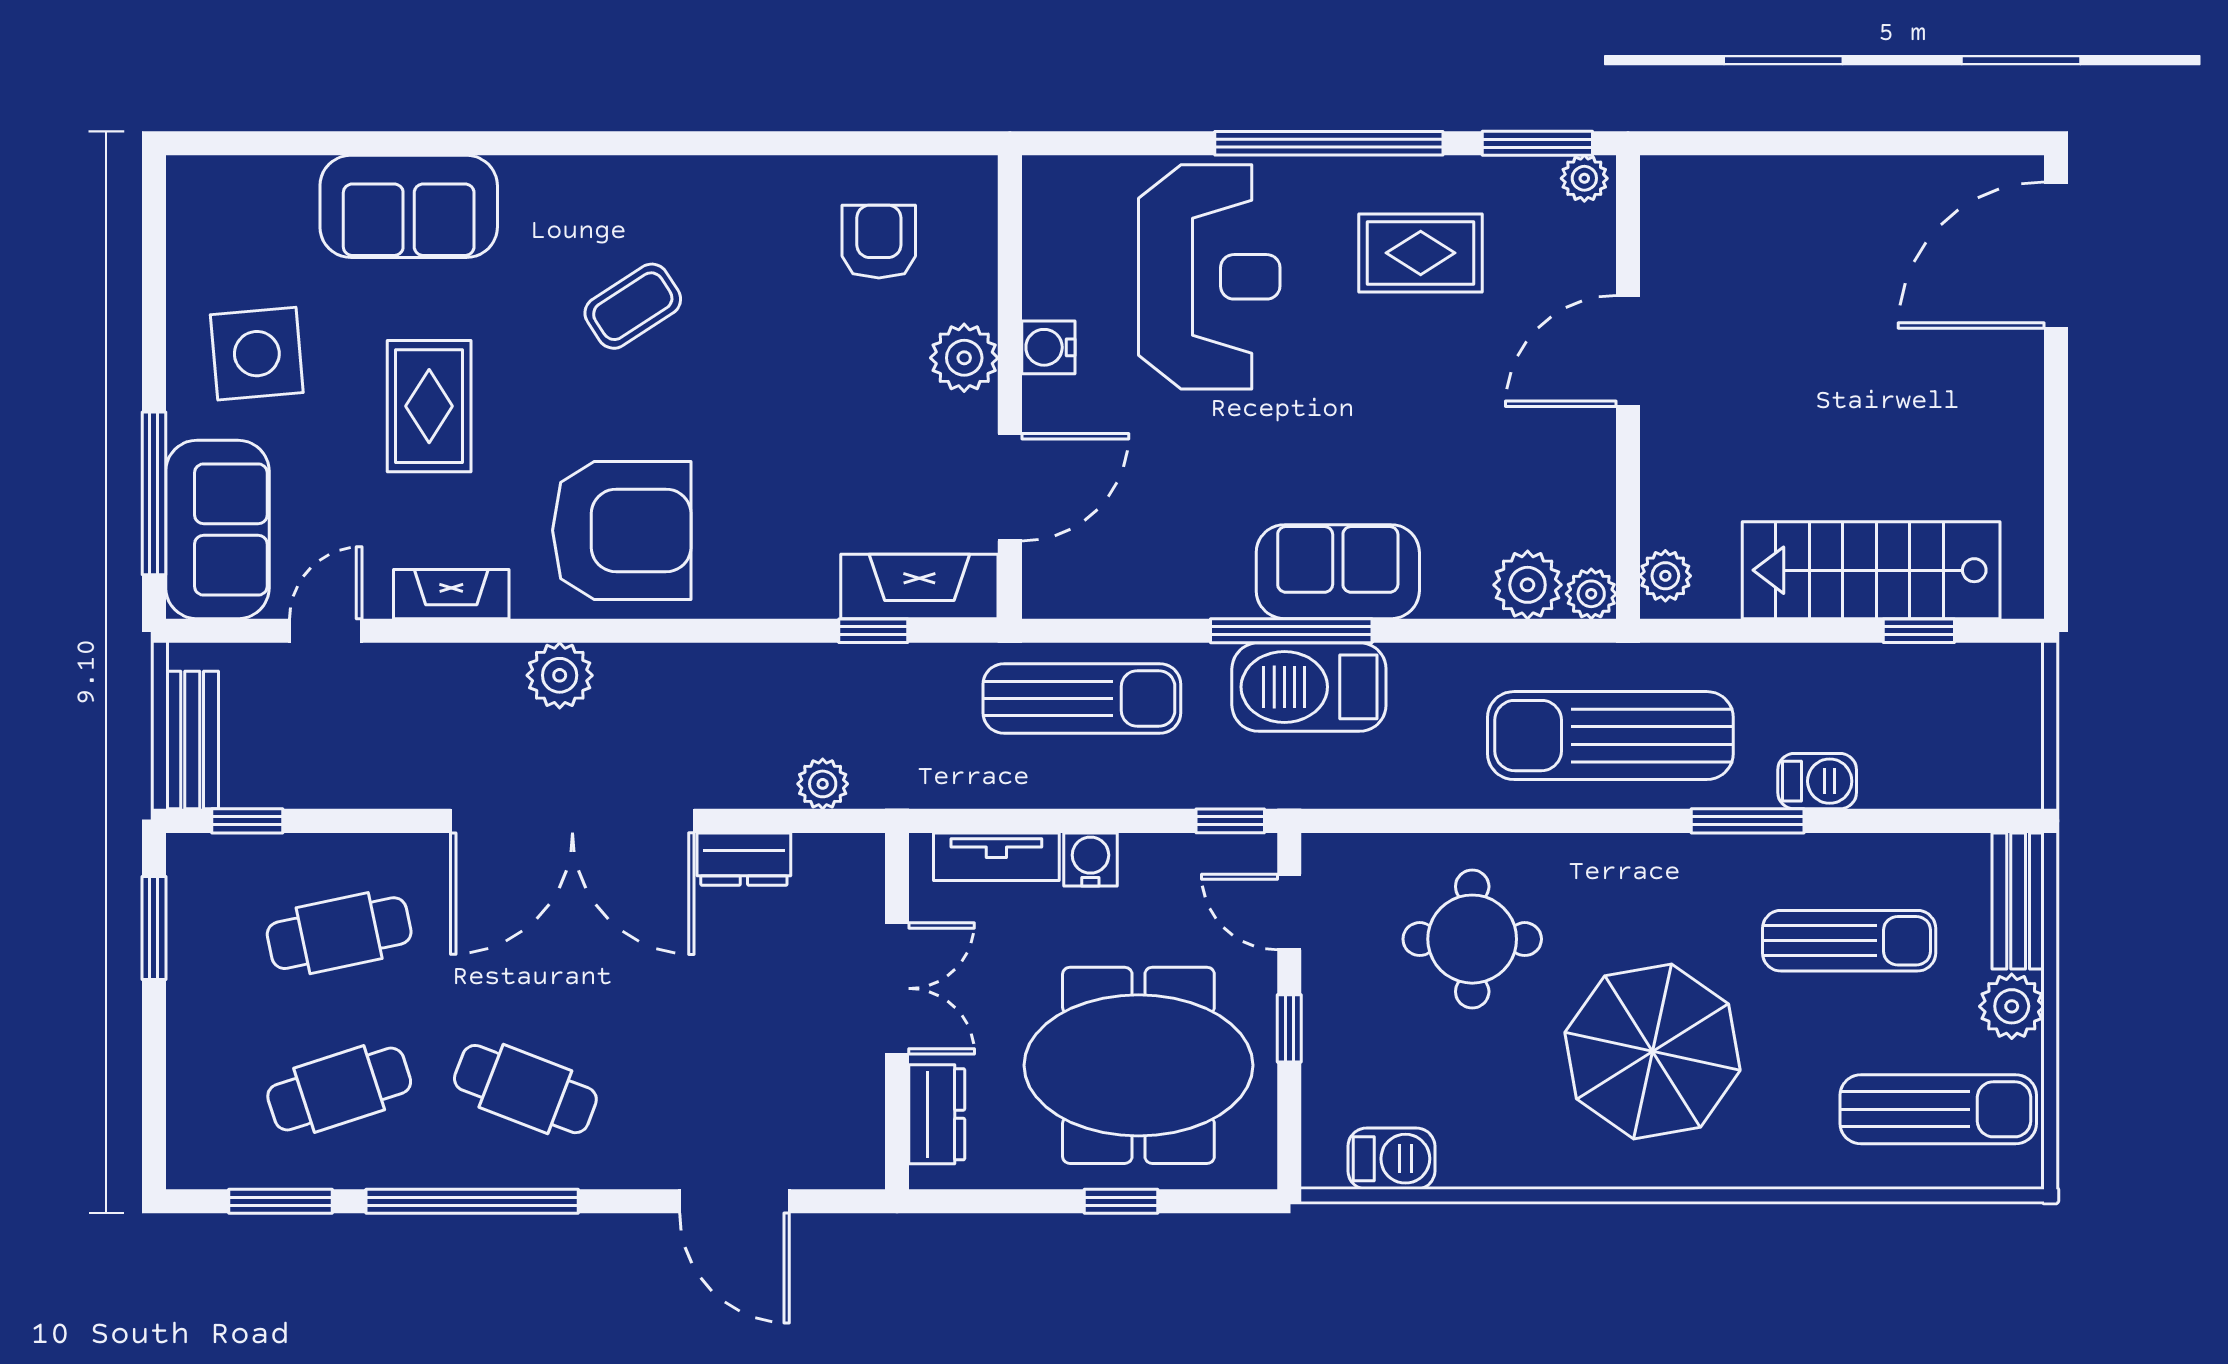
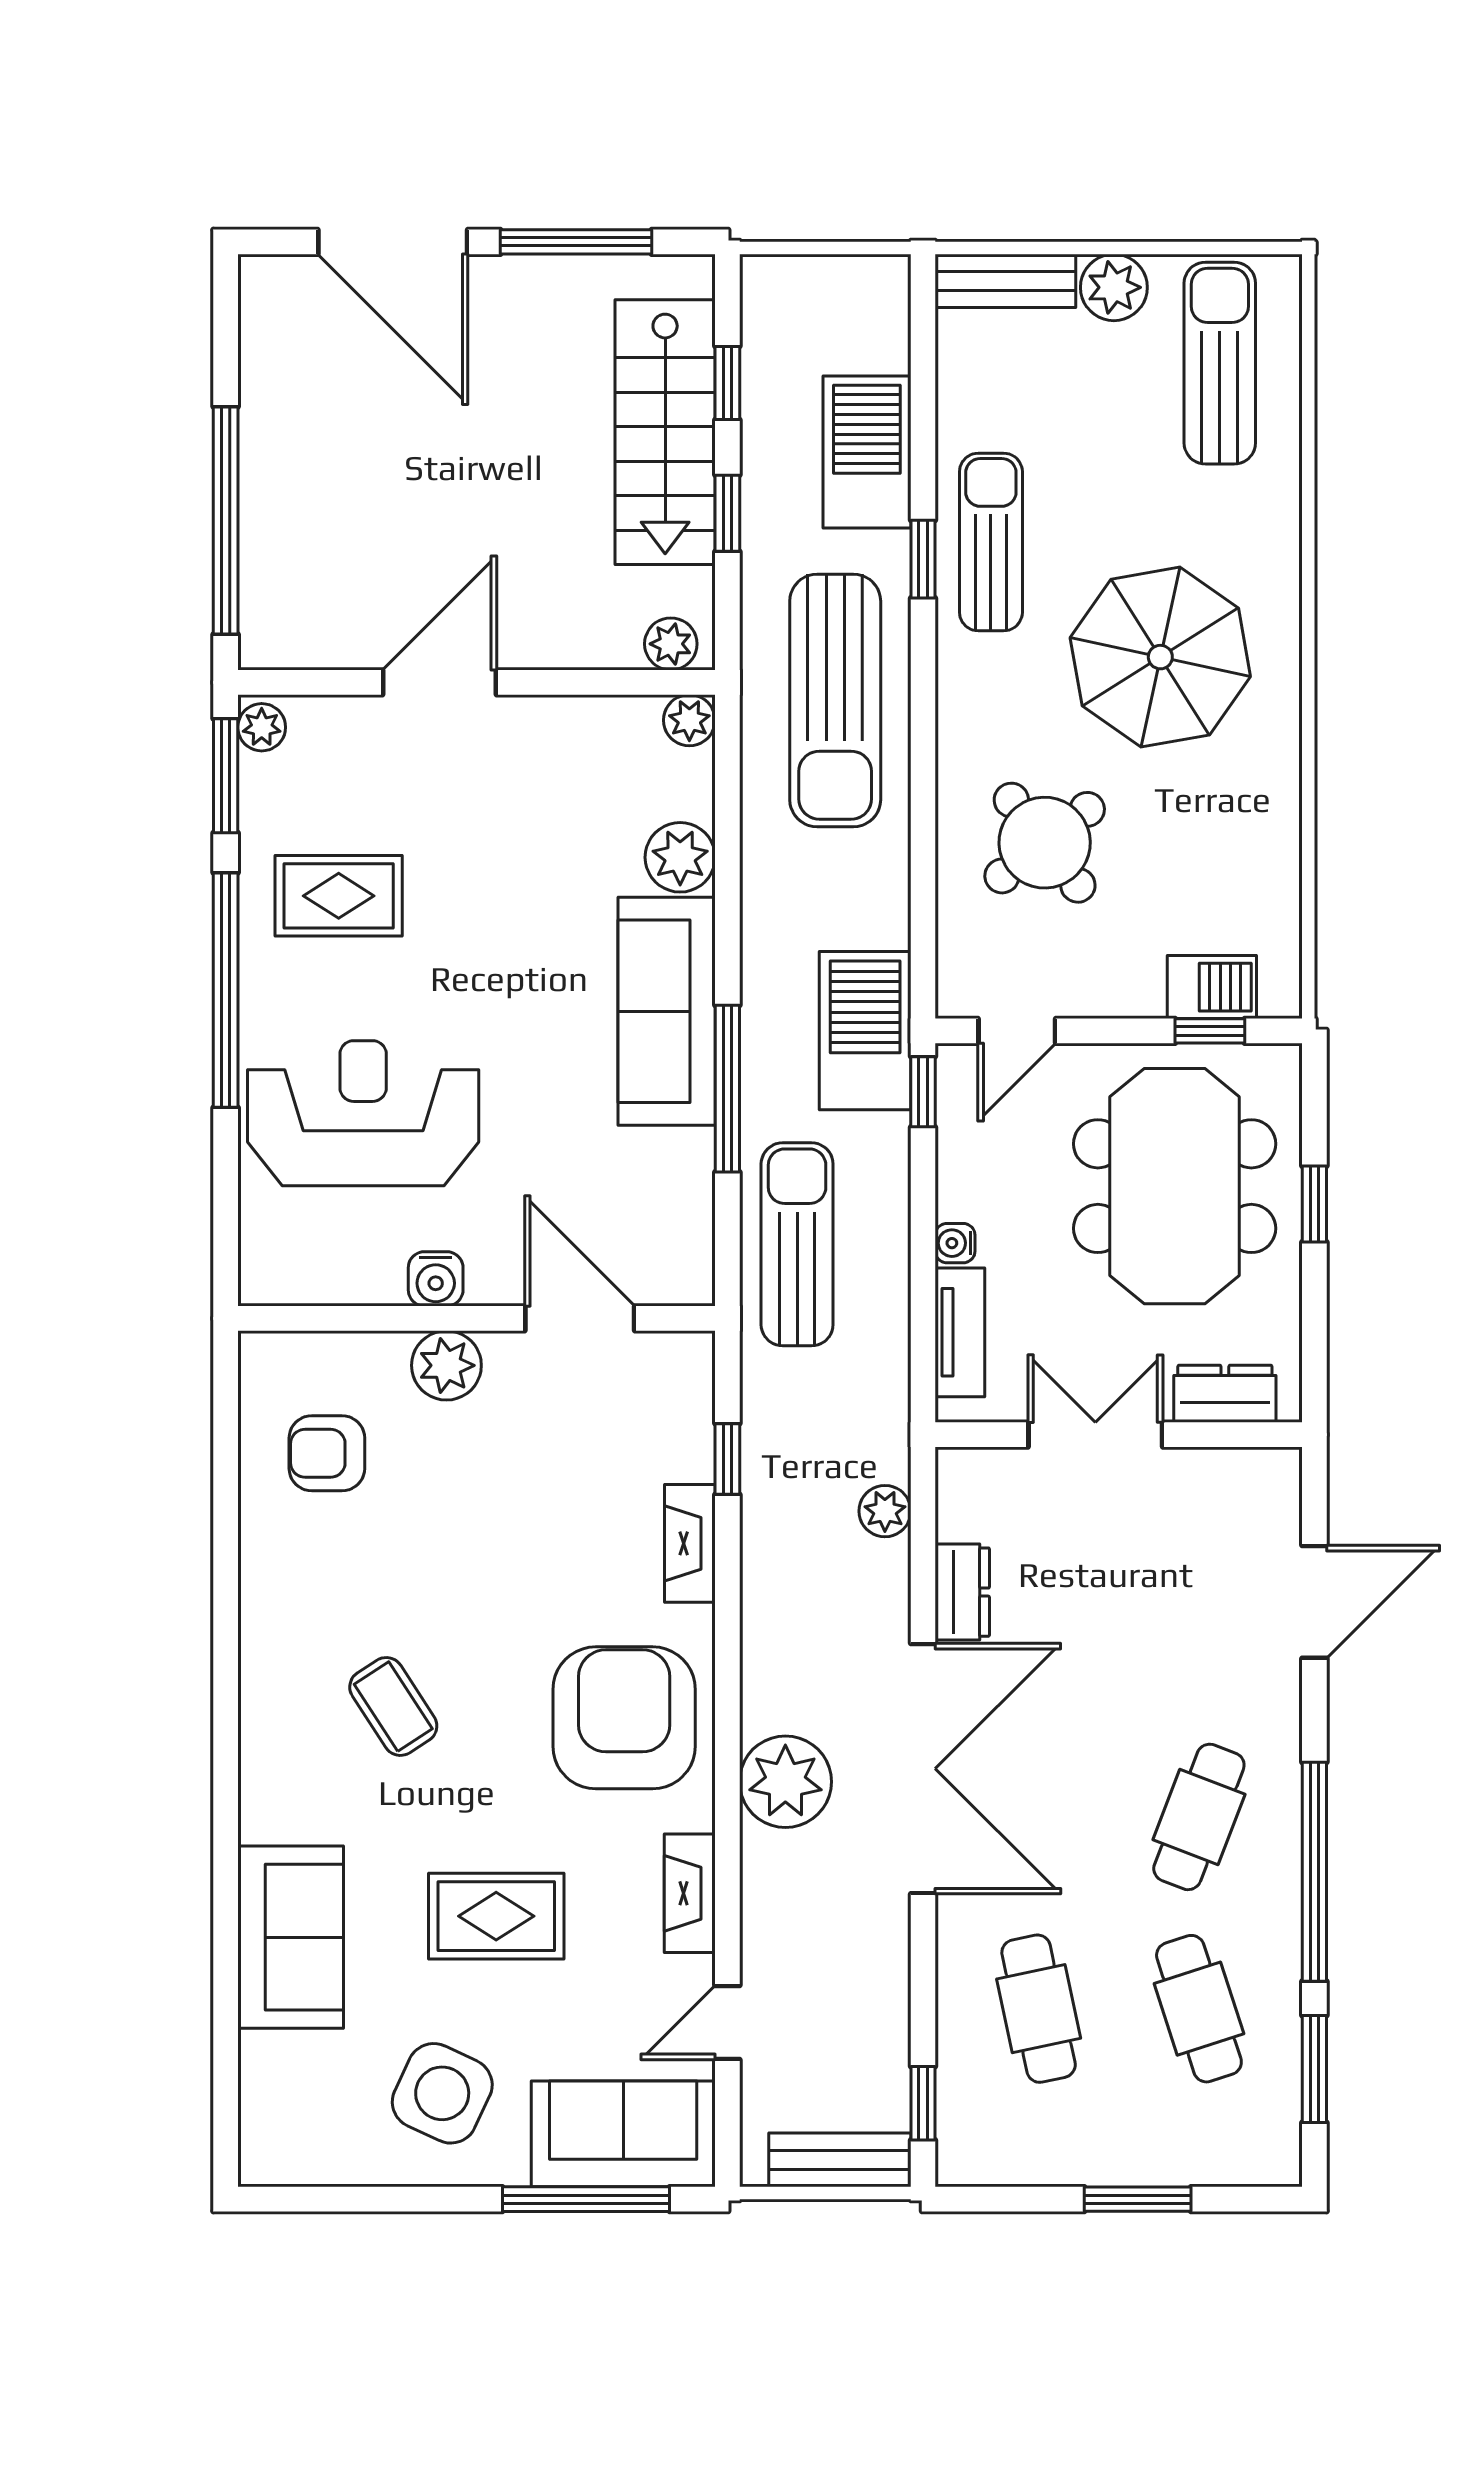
window: (1785, 143) -> (226, 521), added
rug: (1421, 253) -> (339, 896), turned 90
door: (2056, 255) -> (393, 242), moved
door: (1628, 351) -> (439, 682), swing flipped
side table: (257, 354) -> (442, 2093), turned 30
window: (2056, 484) -> (576, 242), added
sofa: (1338, 572) -> (667, 1011), width x1.36
plant: (1528, 585) -> (680, 857), moved
fireplace: (919, 586) -> (690, 1543), moved, width x0.73, depth x0.76
door: (326, 631) -> (727, 2022), hinge flipped
window: (1291, 631) -> (727, 1089), moved
window: (1792, 631) -> (727, 513), added
plant: (560, 675) -> (785, 1782), width x1.36, depth x1.36
barbecue: (1309, 687) -> (865, 1031), moved, turned 180
barbecue: (1817, 781) -> (867, 452), width x1.88, depth x1.53
window: (1748, 821) -> (923, 559), width x0.67
water cooler: (1090, 859) -> (955, 1243), width x0.72, depth x0.72
window: (154, 928) -> (1138, 2199), moved
round table: (1472, 939) -> (1045, 843), turned -38
sun lounger: (1849, 941) -> (991, 542), moved
window: (1289, 1028) -> (1210, 1031), moved
barbecue: (1391, 1159) -> (1212, 987), moved, turned 90

